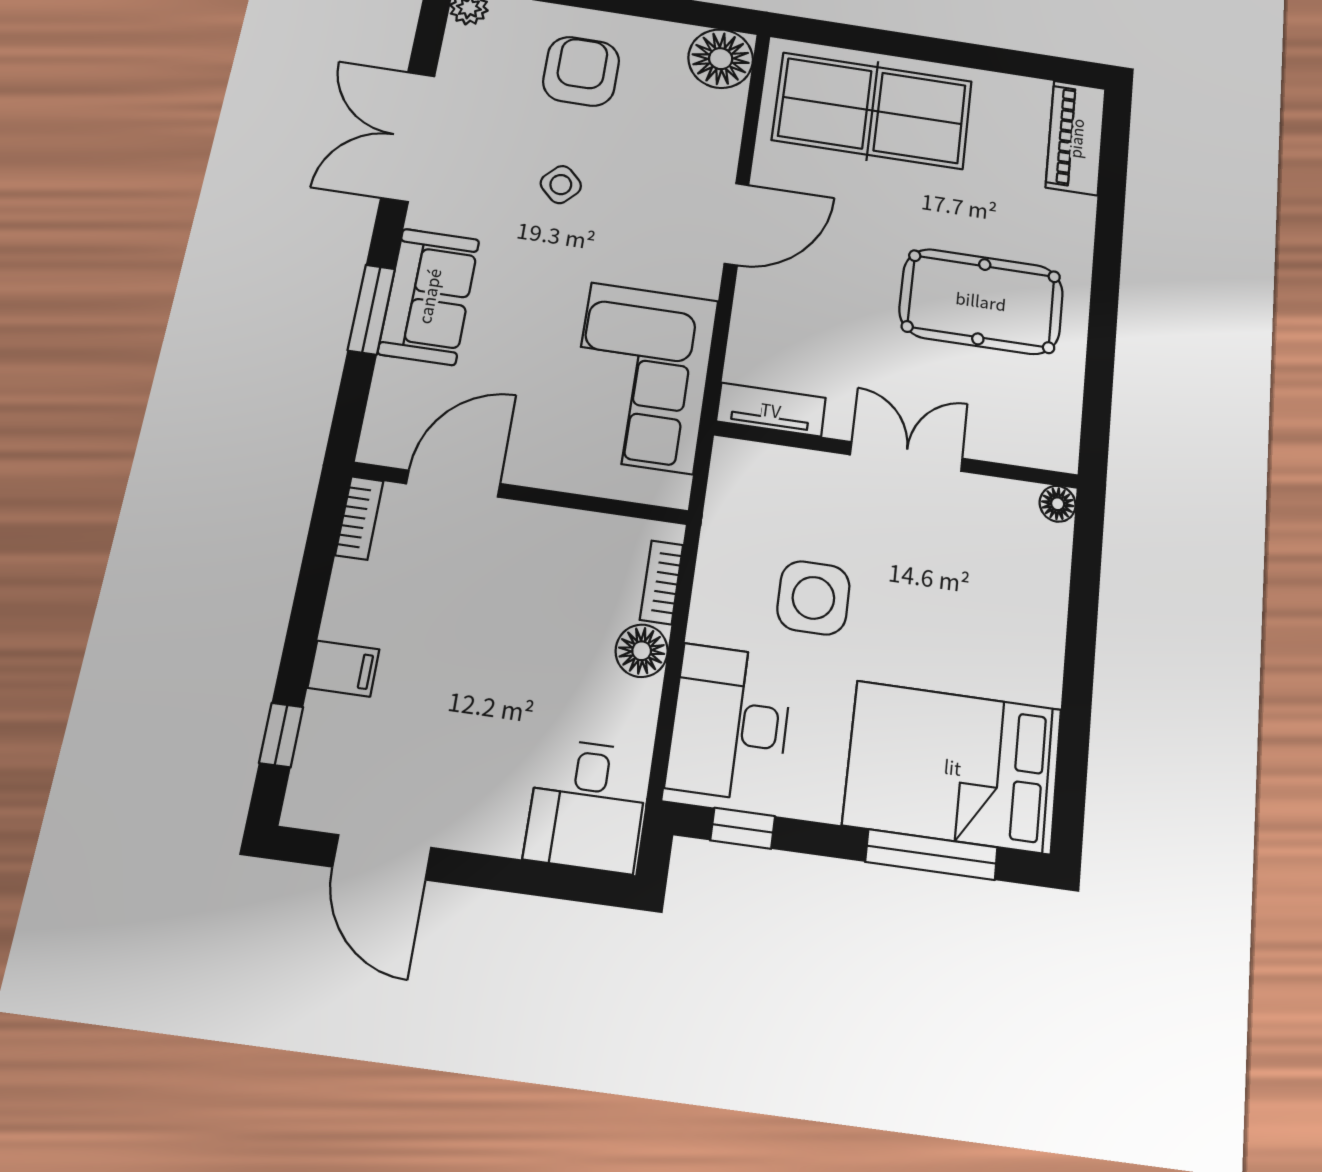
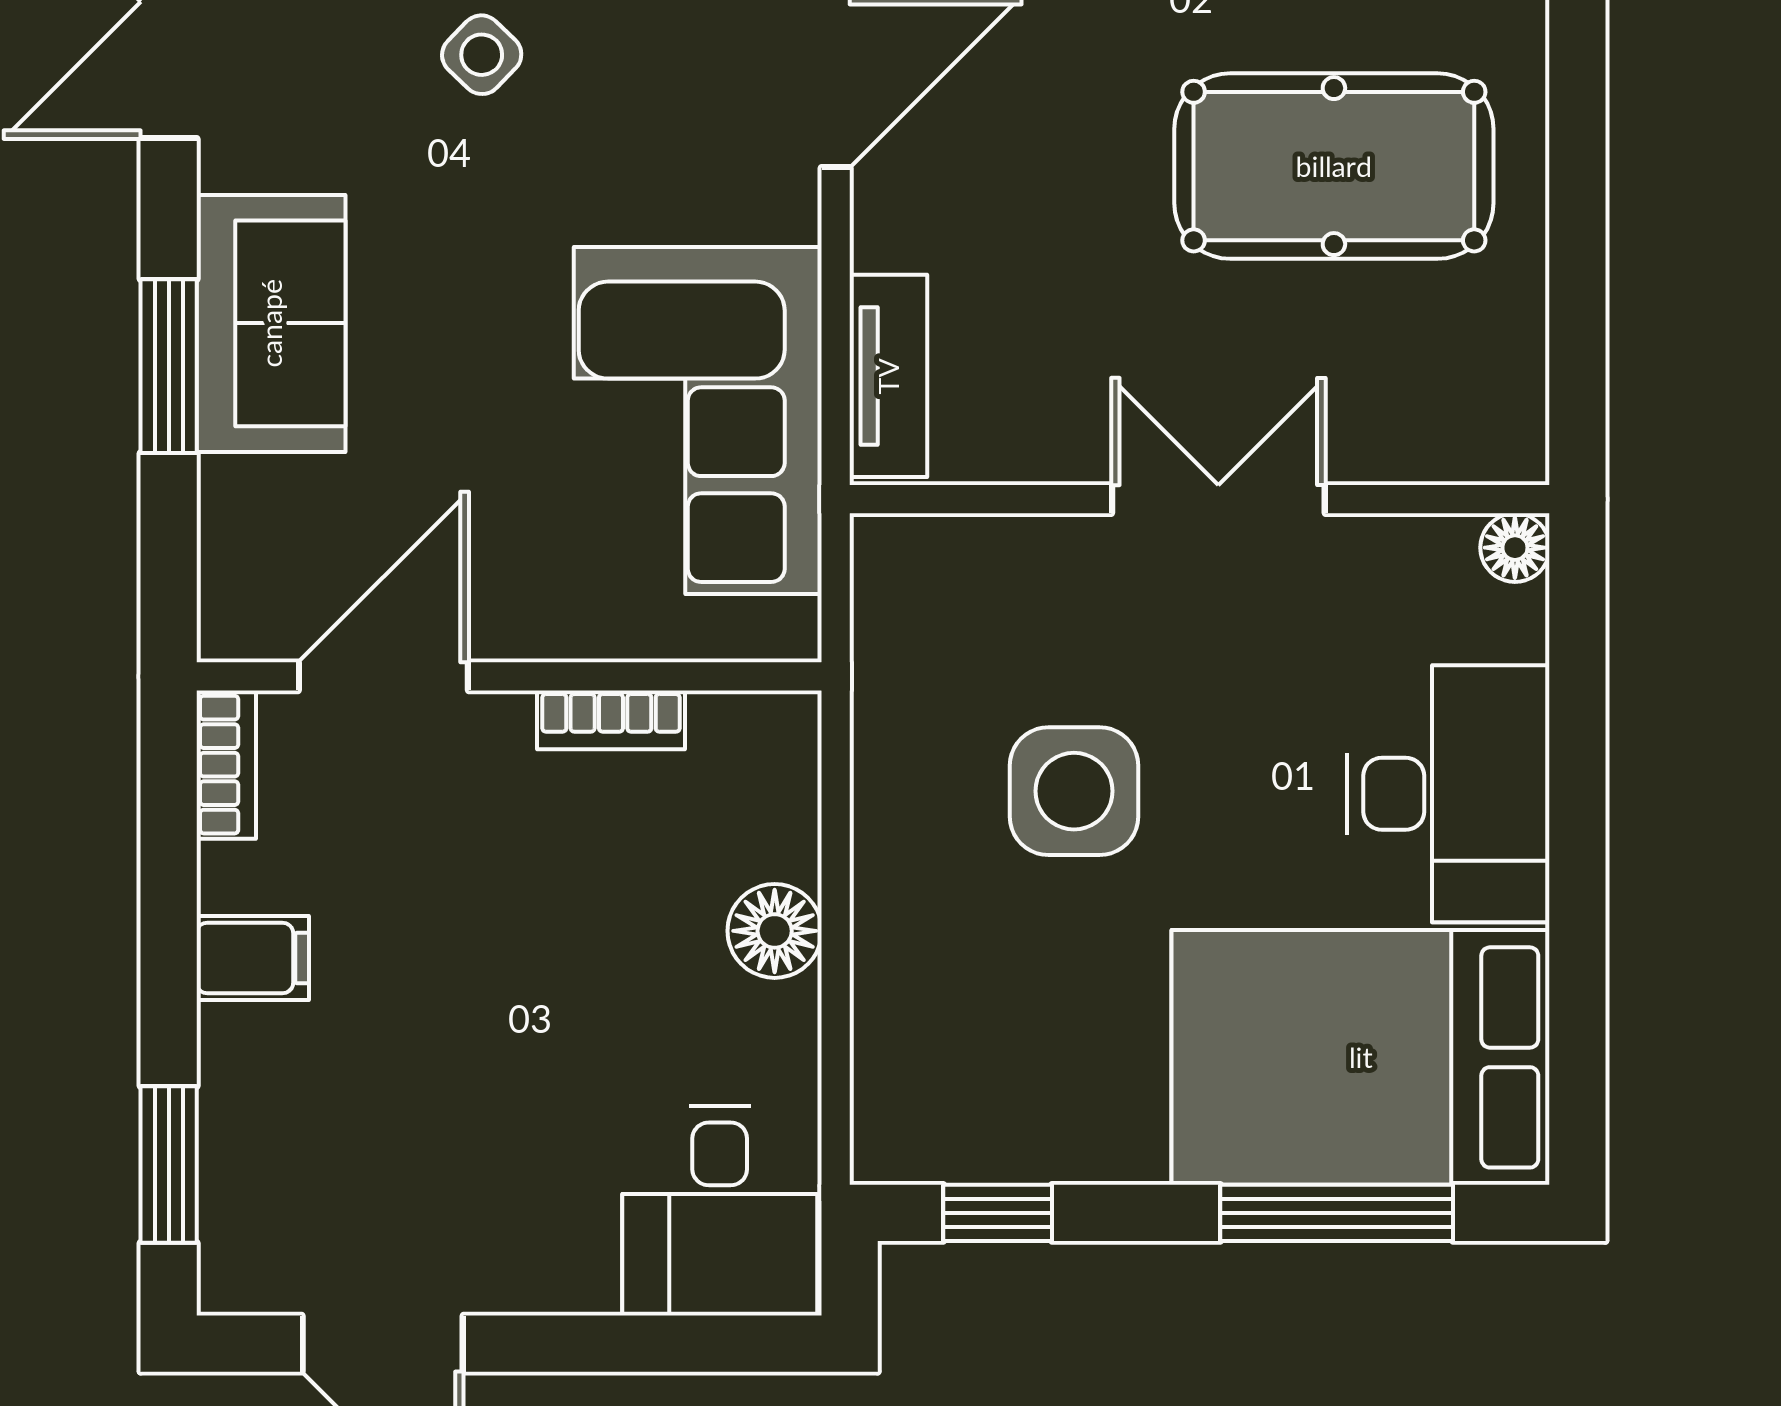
tv unit: (771, 410) -> (888, 376), moved, turned 90
bookcase: (661, 582) -> (611, 720), moved, turned -90
filing cabinet: (344, 669) -> (253, 958), moved
desk: (730, 723) -> (1448, 794), moved, turned 180
window: (281, 735) -> (169, 1164), width x1.50

